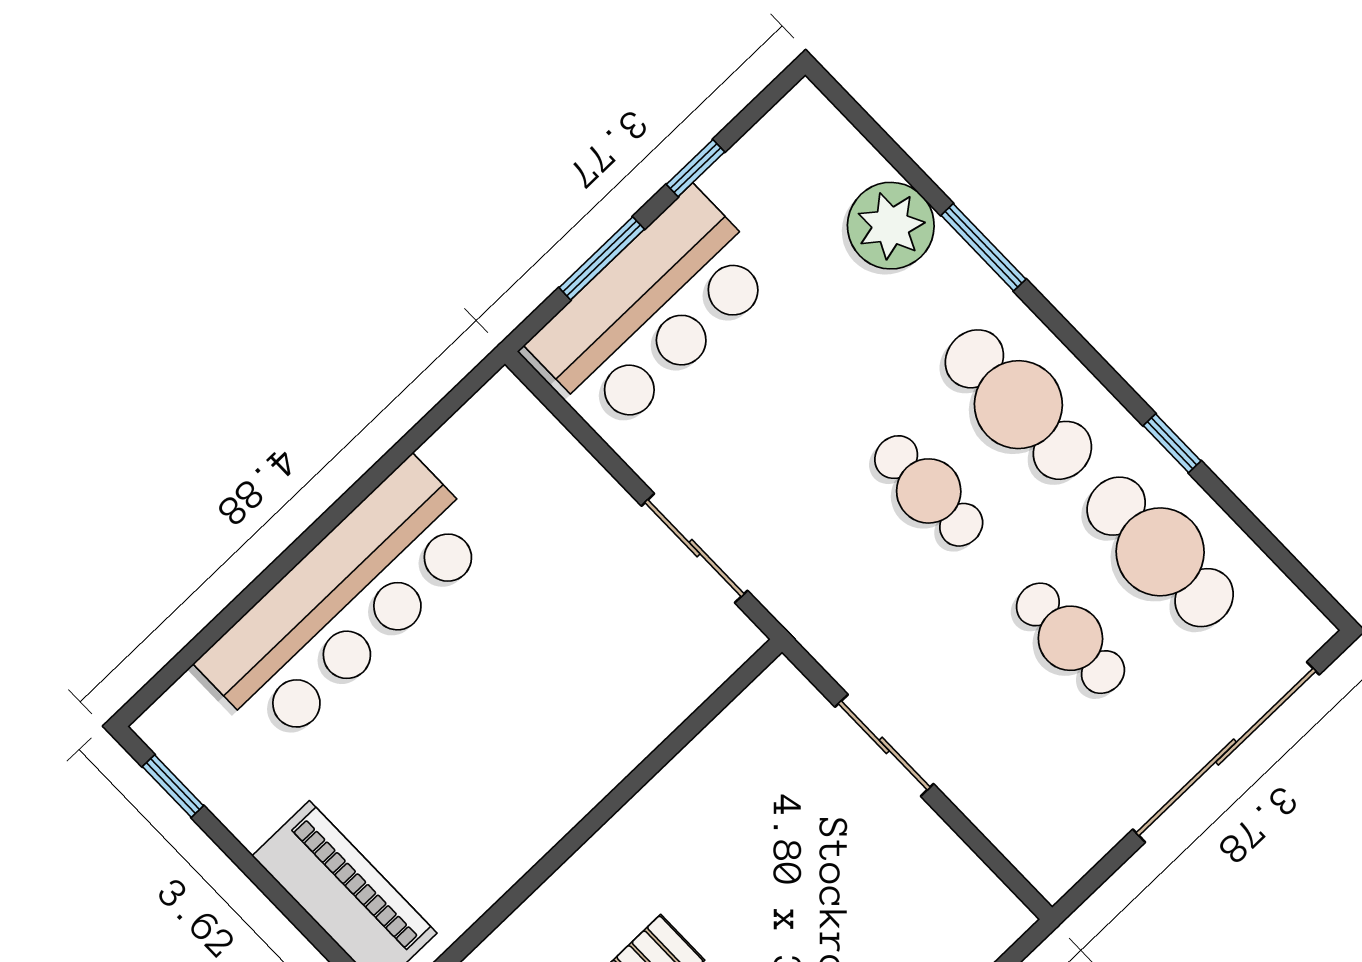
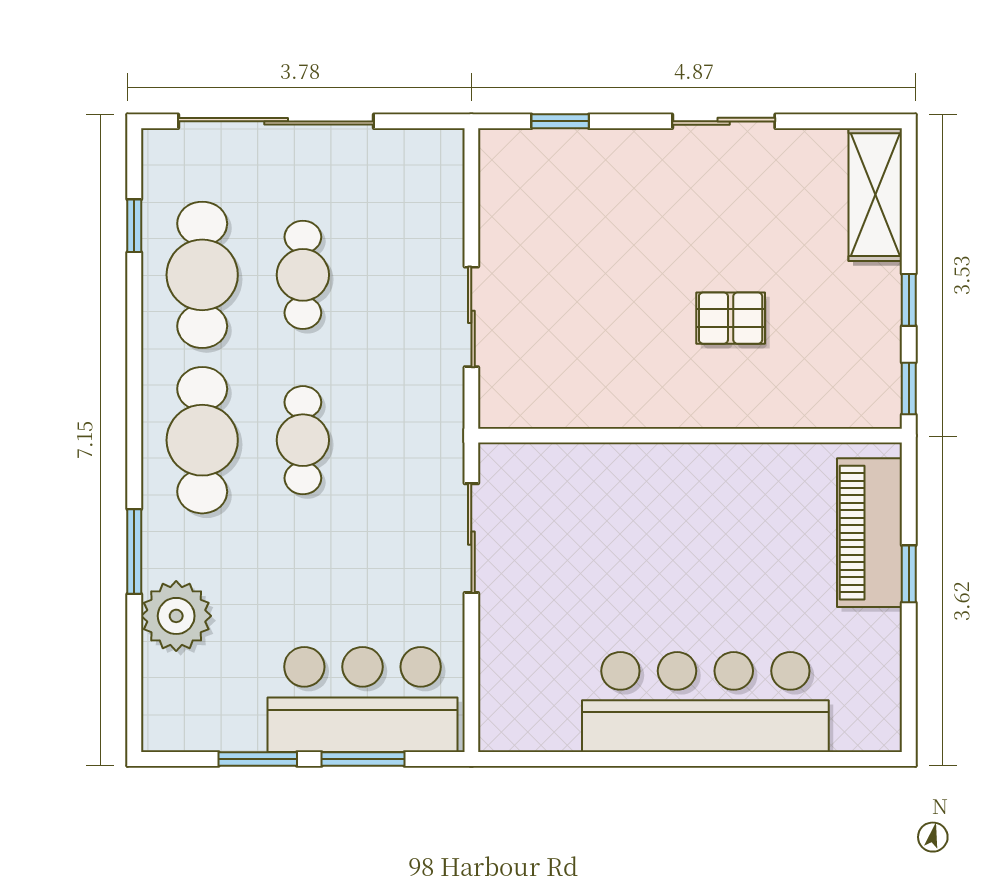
window: (695, 168) -> (258, 759), width x1.50
window: (1172, 443) -> (134, 226), moved
window: (173, 786) -> (909, 574), moved

